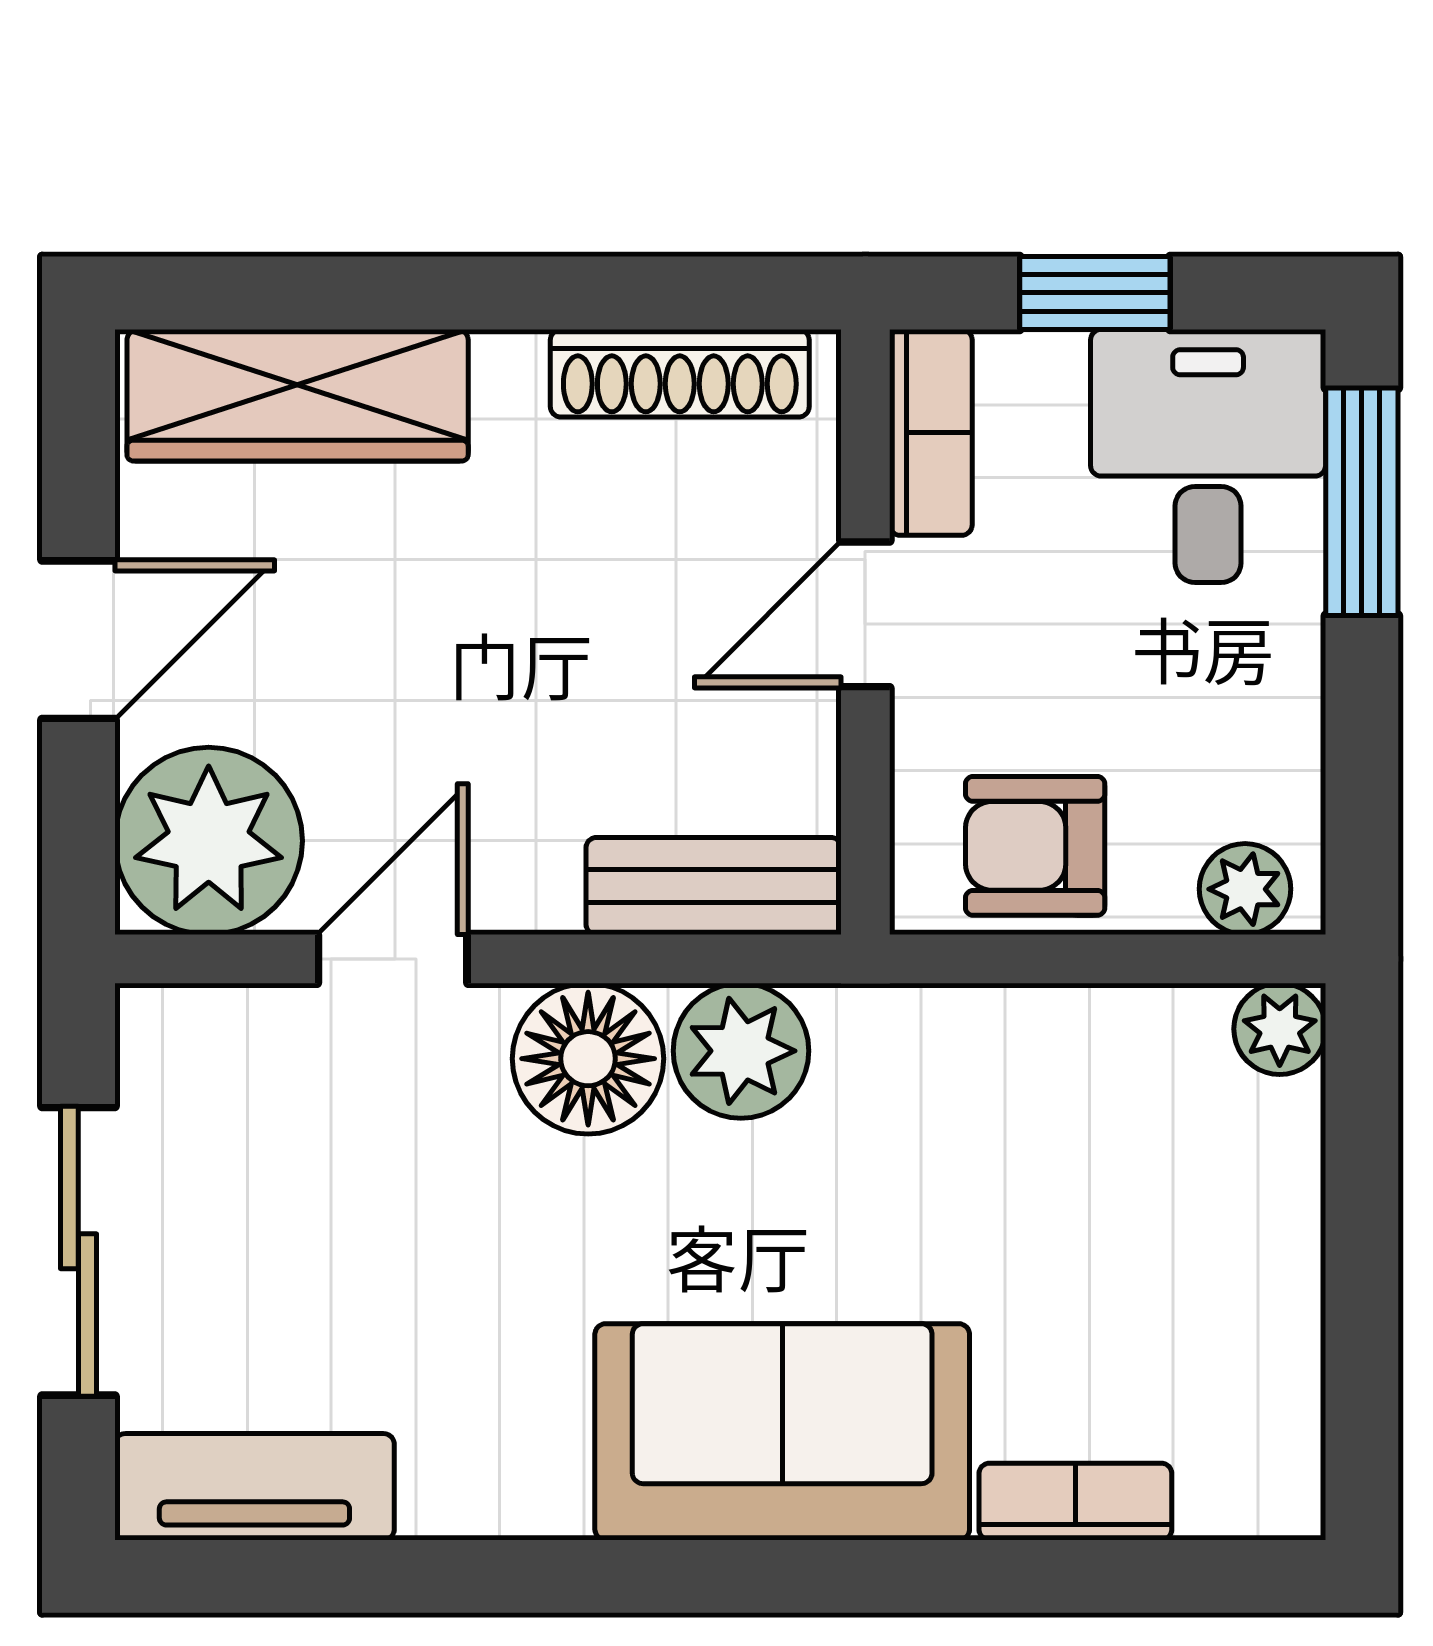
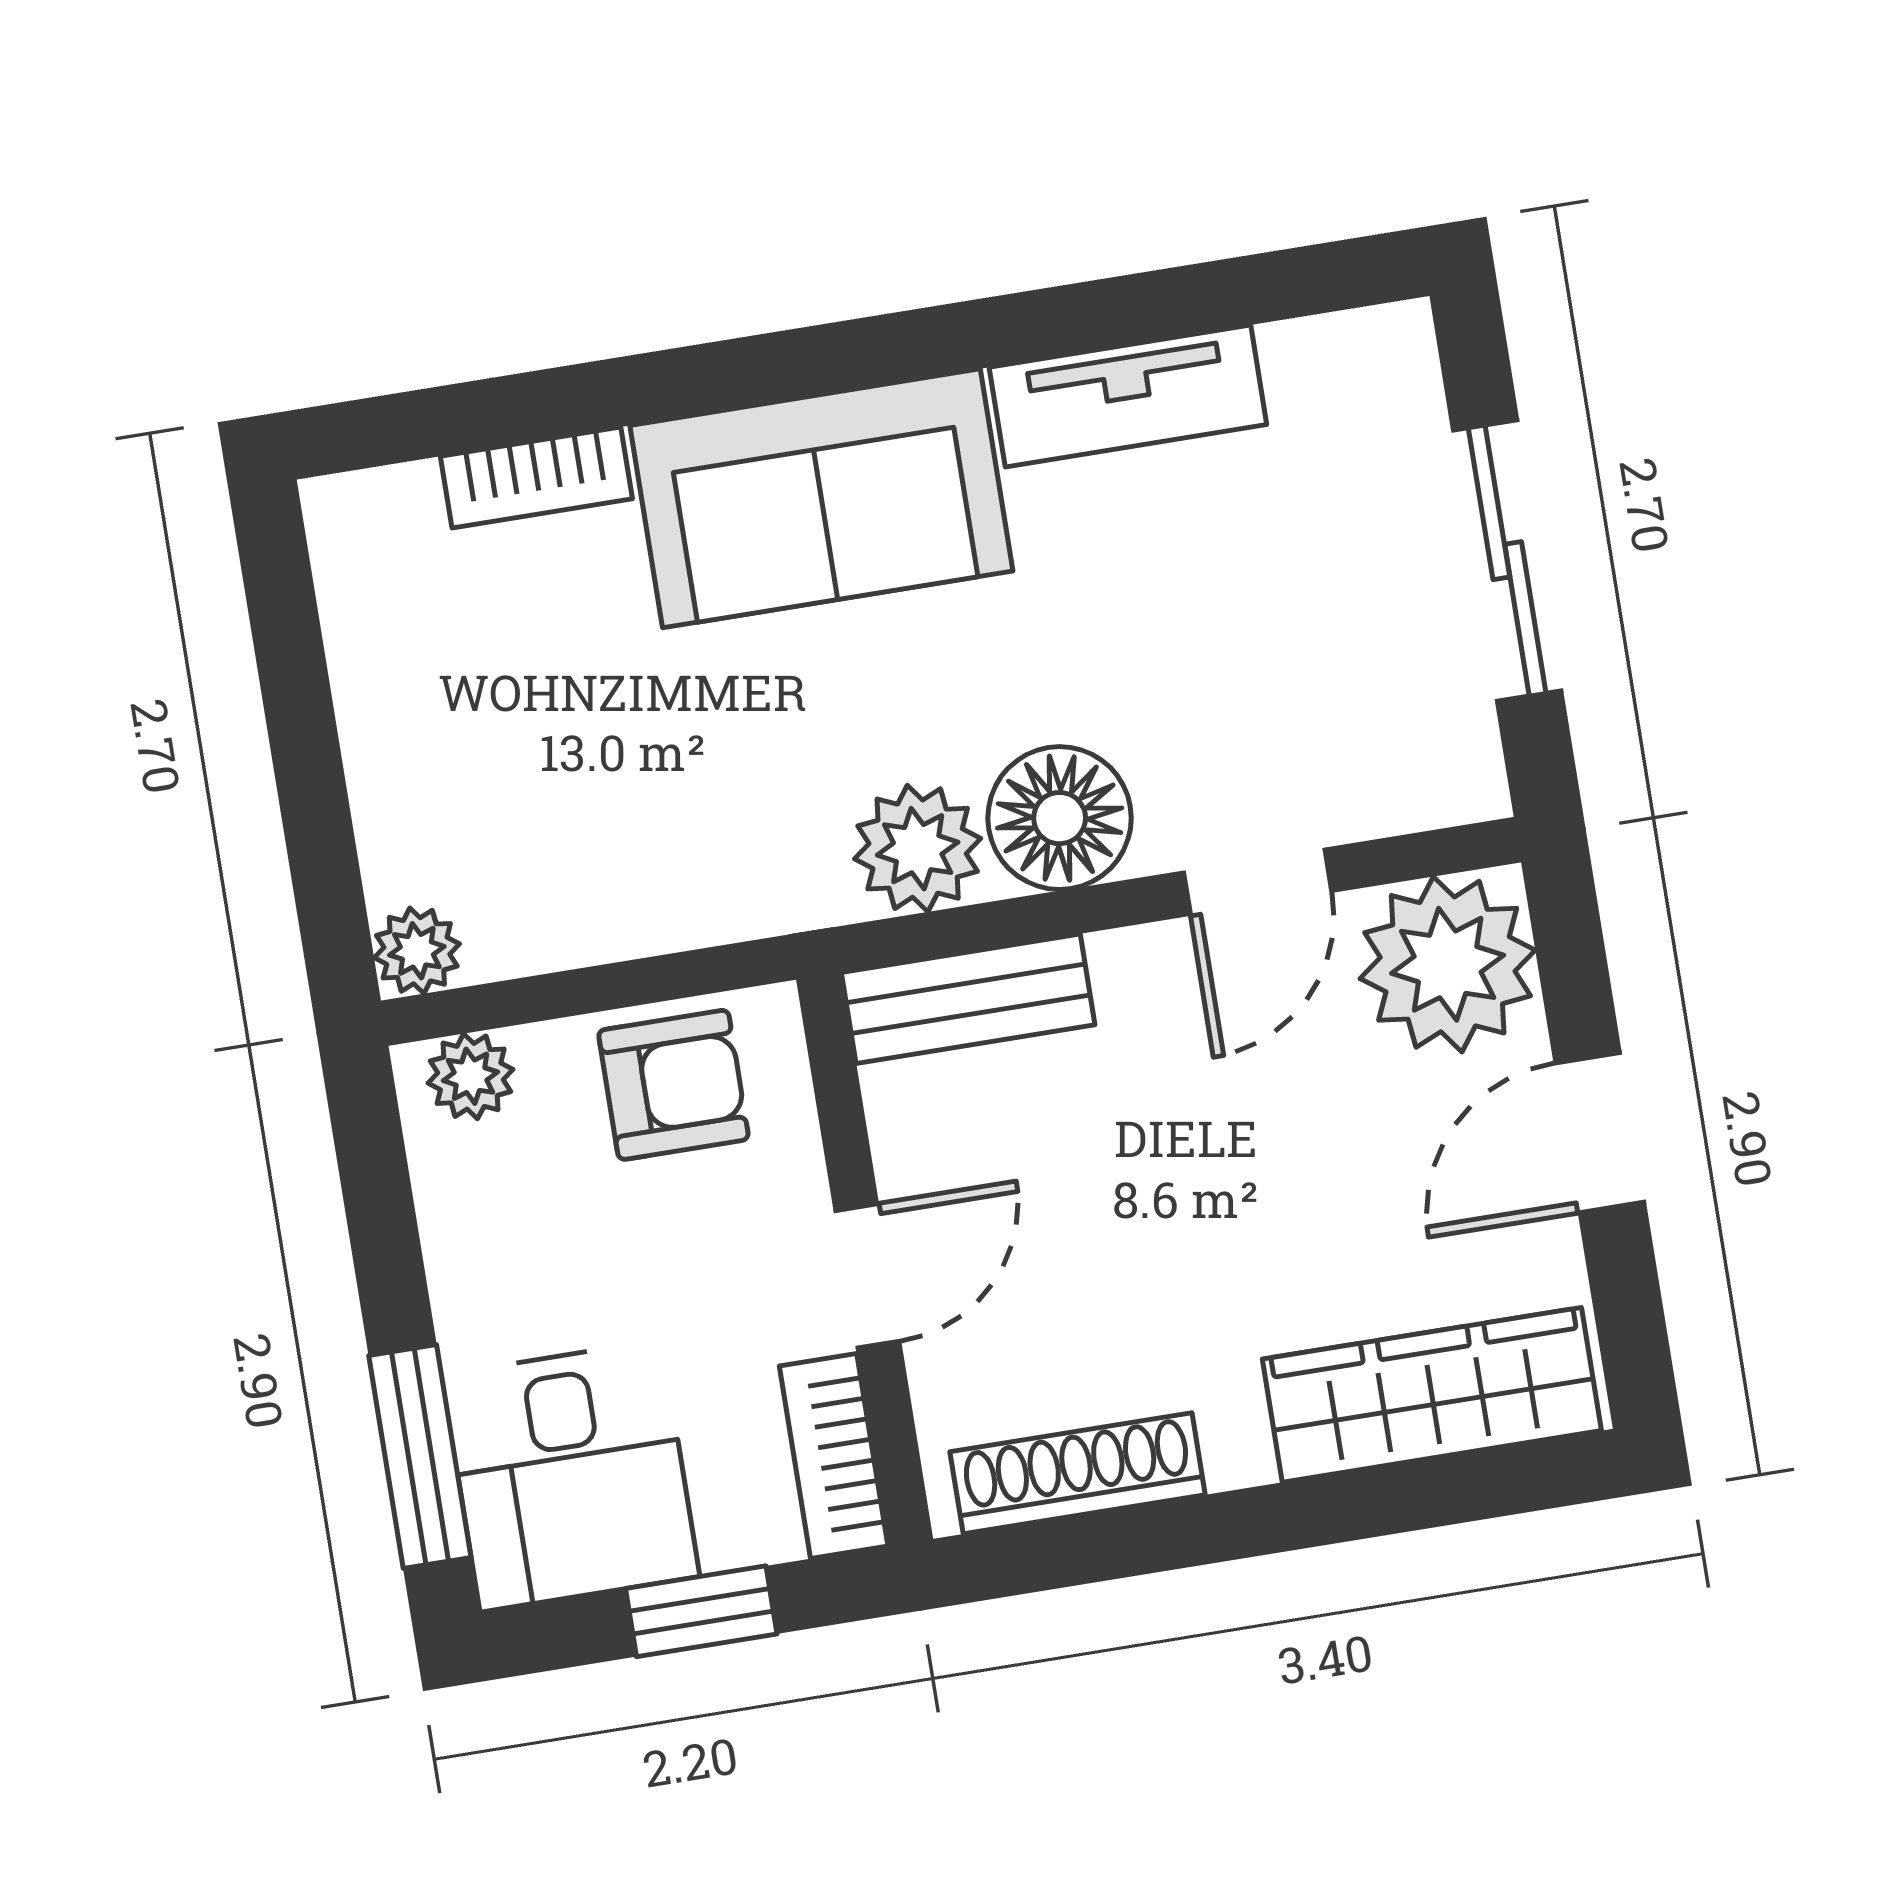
tv unit: (254, 1487) -> (1128, 396), moved

